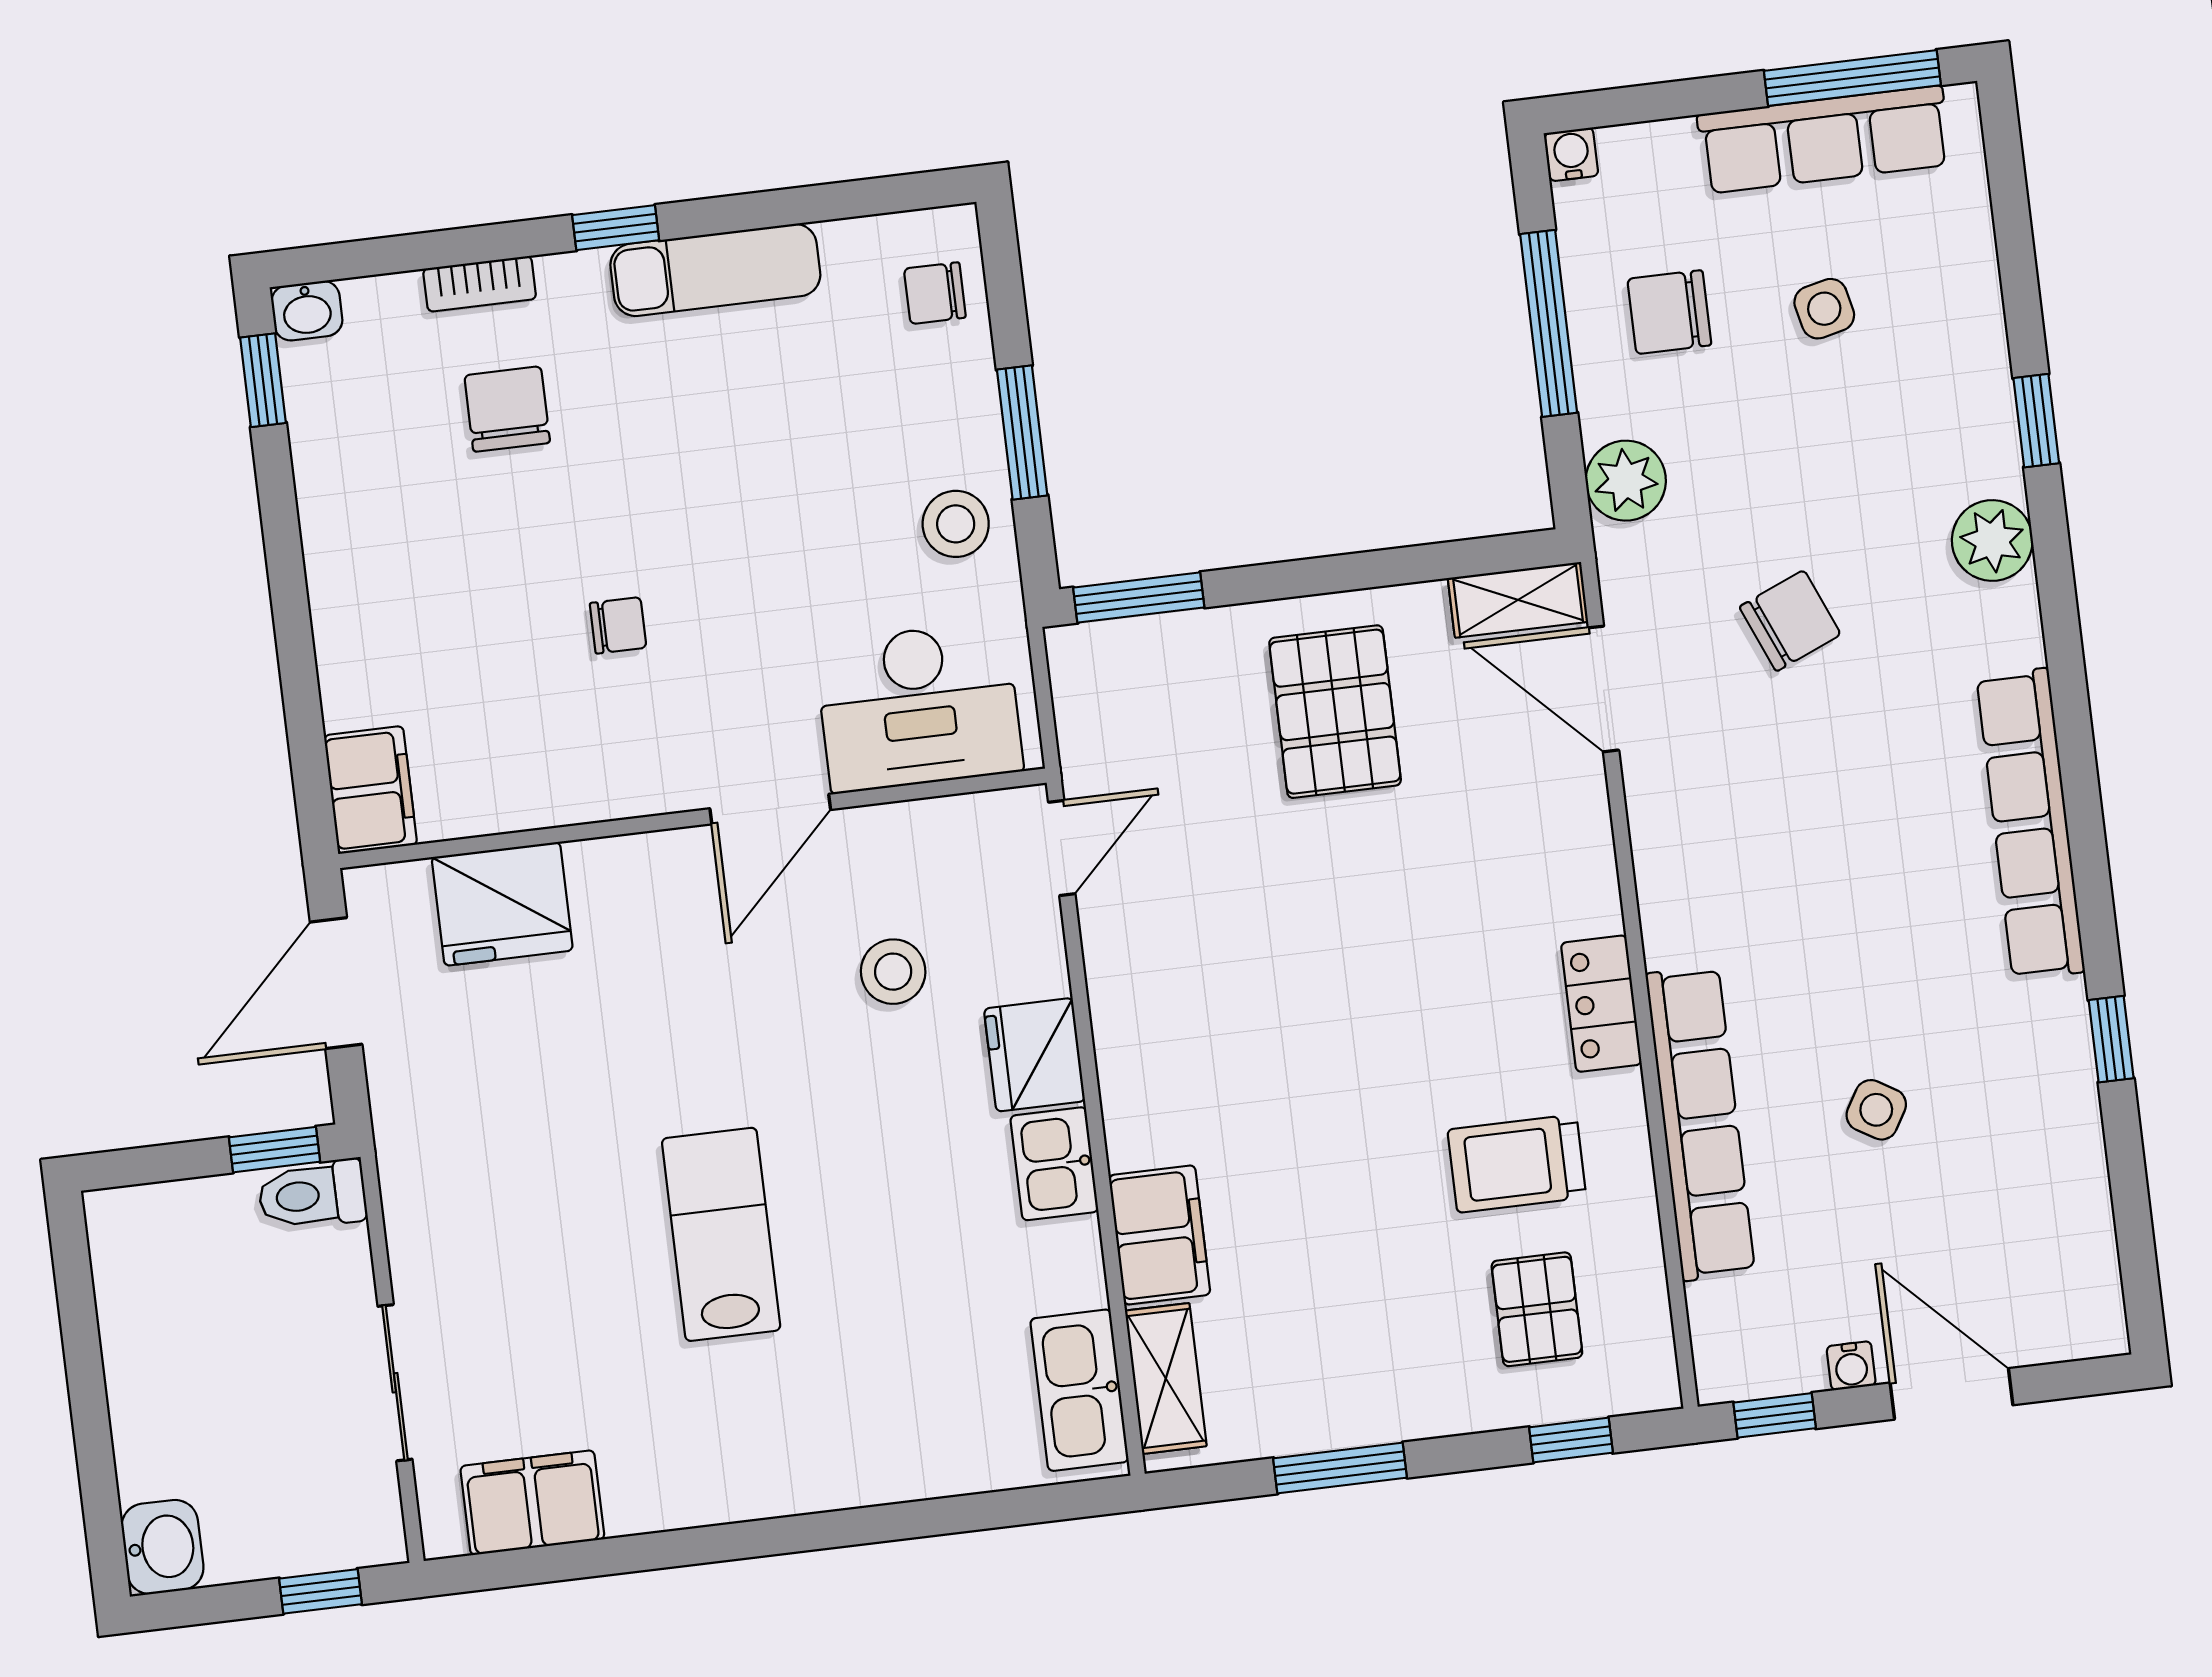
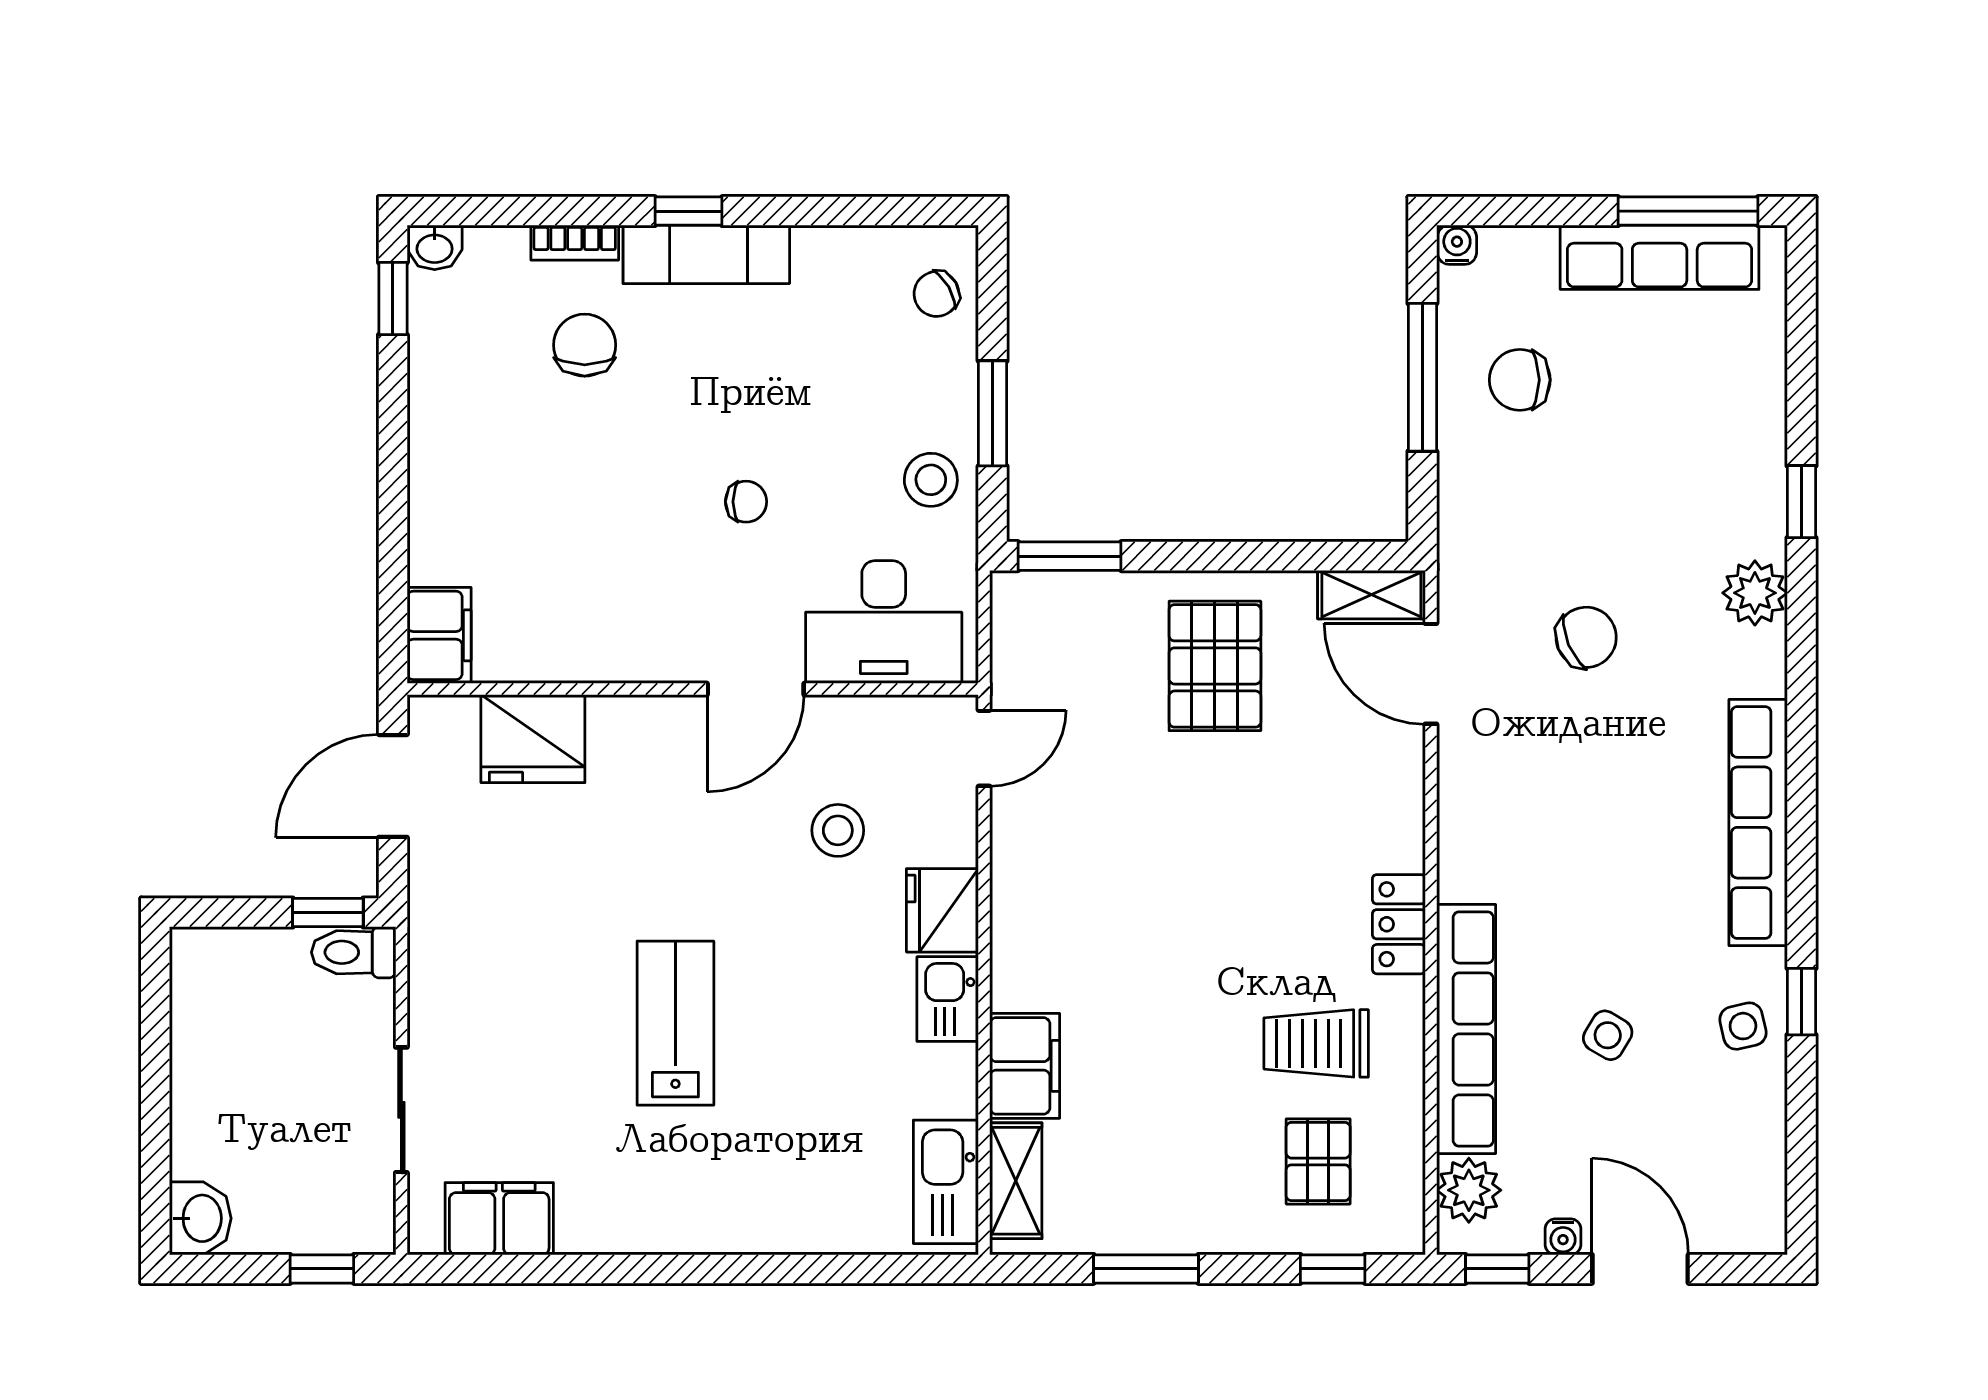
exam couch: (715, 270) -> (706, 254), moved
chair: (935, 293) -> (936, 294), turned -30
side table: (1824, 309) -> (1743, 1026), moved
plant: (1626, 481) -> (1469, 1190), moved
chair: (618, 625) -> (746, 502), moved

